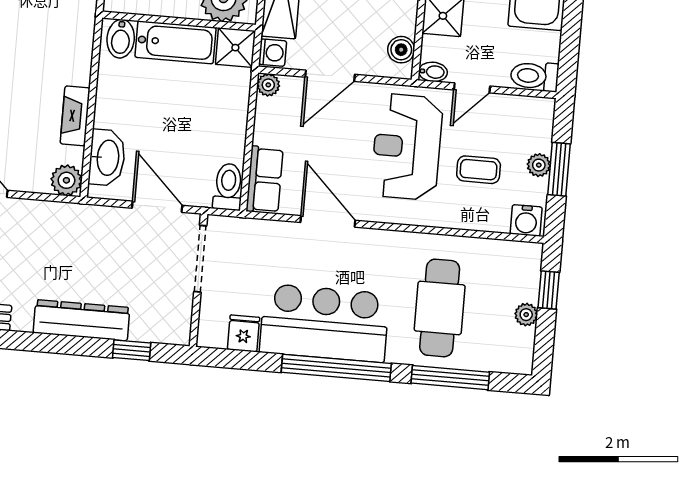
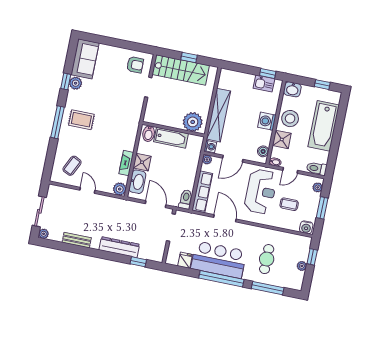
shower: (235, 48) -> (142, 162), moved
reception desk: (407, 147) -> (261, 191), turned 180
plant: (539, 165) -> (318, 187), moved
row of seats: (265, 180) -> (202, 192), width x1.48
cafe table: (440, 308) -> (267, 259), width x0.73, depth x0.74

